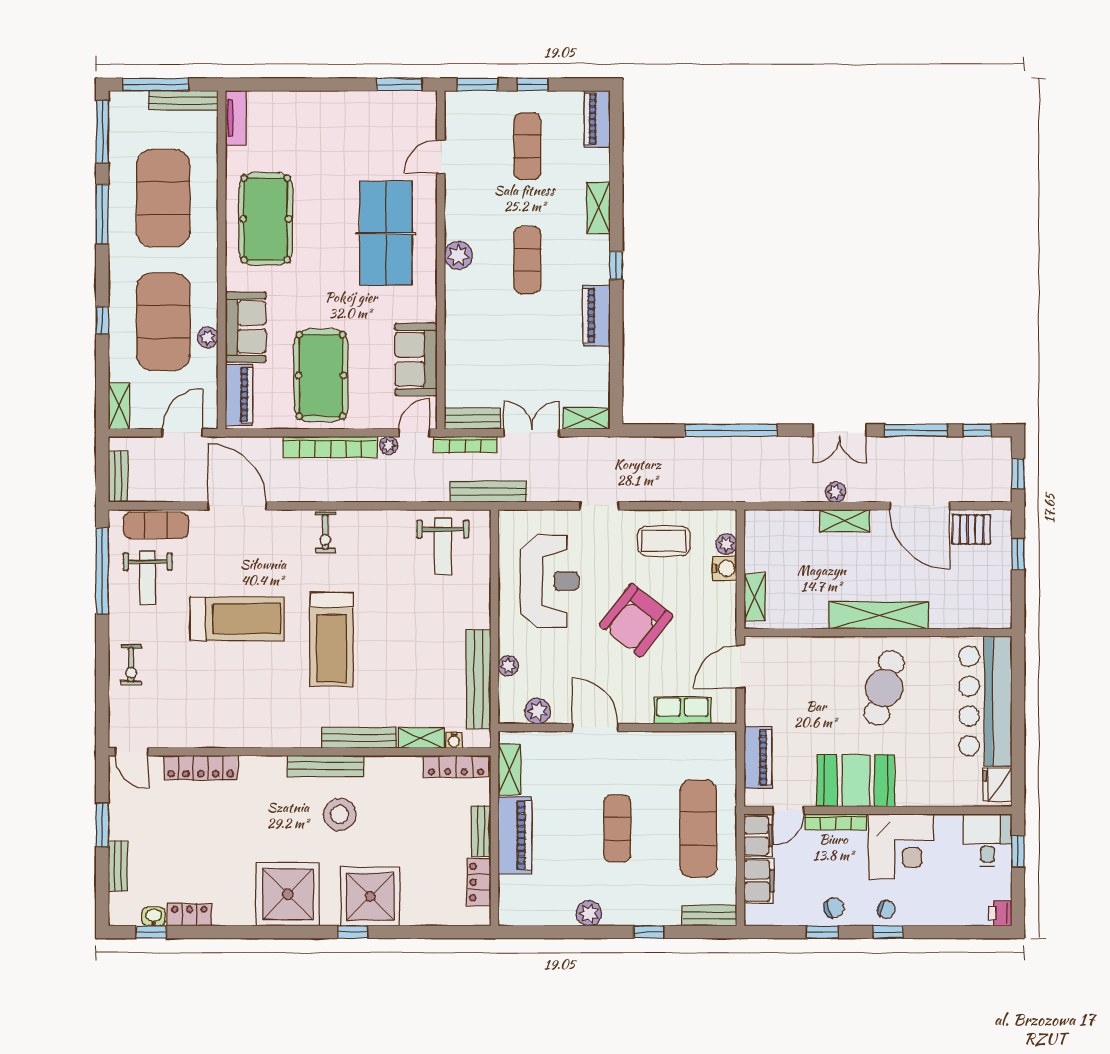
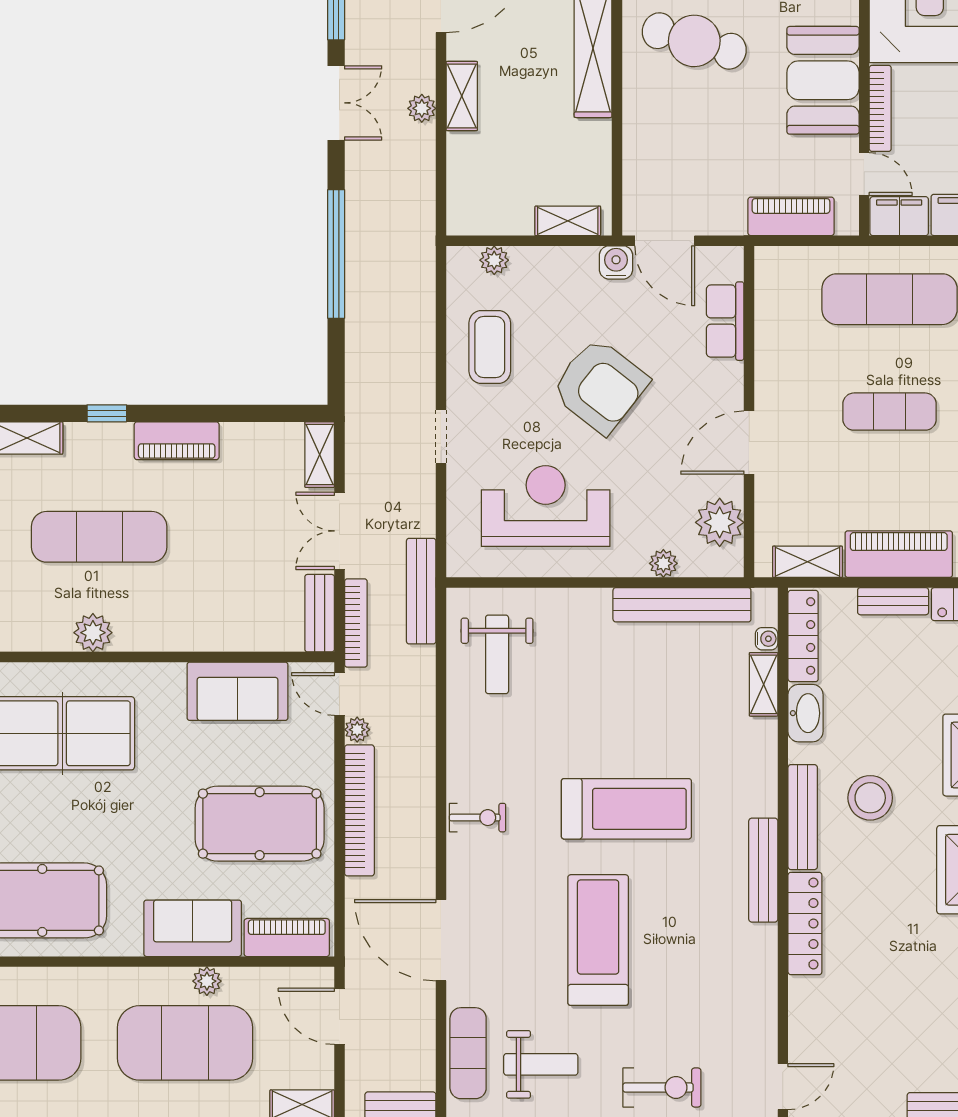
exercise mat: (527, 260) -> (99, 537), width x1.36, depth x1.45
door: (237, 506) -> (441, 940), hinge flipped
weight bench: (443, 546) -> (497, 654), turned 90
water cooler: (725, 568) -> (616, 262), moved
exercise bike: (131, 665) -> (662, 1087), width x1.38, depth x1.39
plant: (538, 711) -> (720, 522), width x1.36, depth x1.36
bench: (359, 738) -> (763, 870), moved
locker: (201, 768) -> (805, 923), moved
washbasin: (400, 768) -> (806, 713), added

